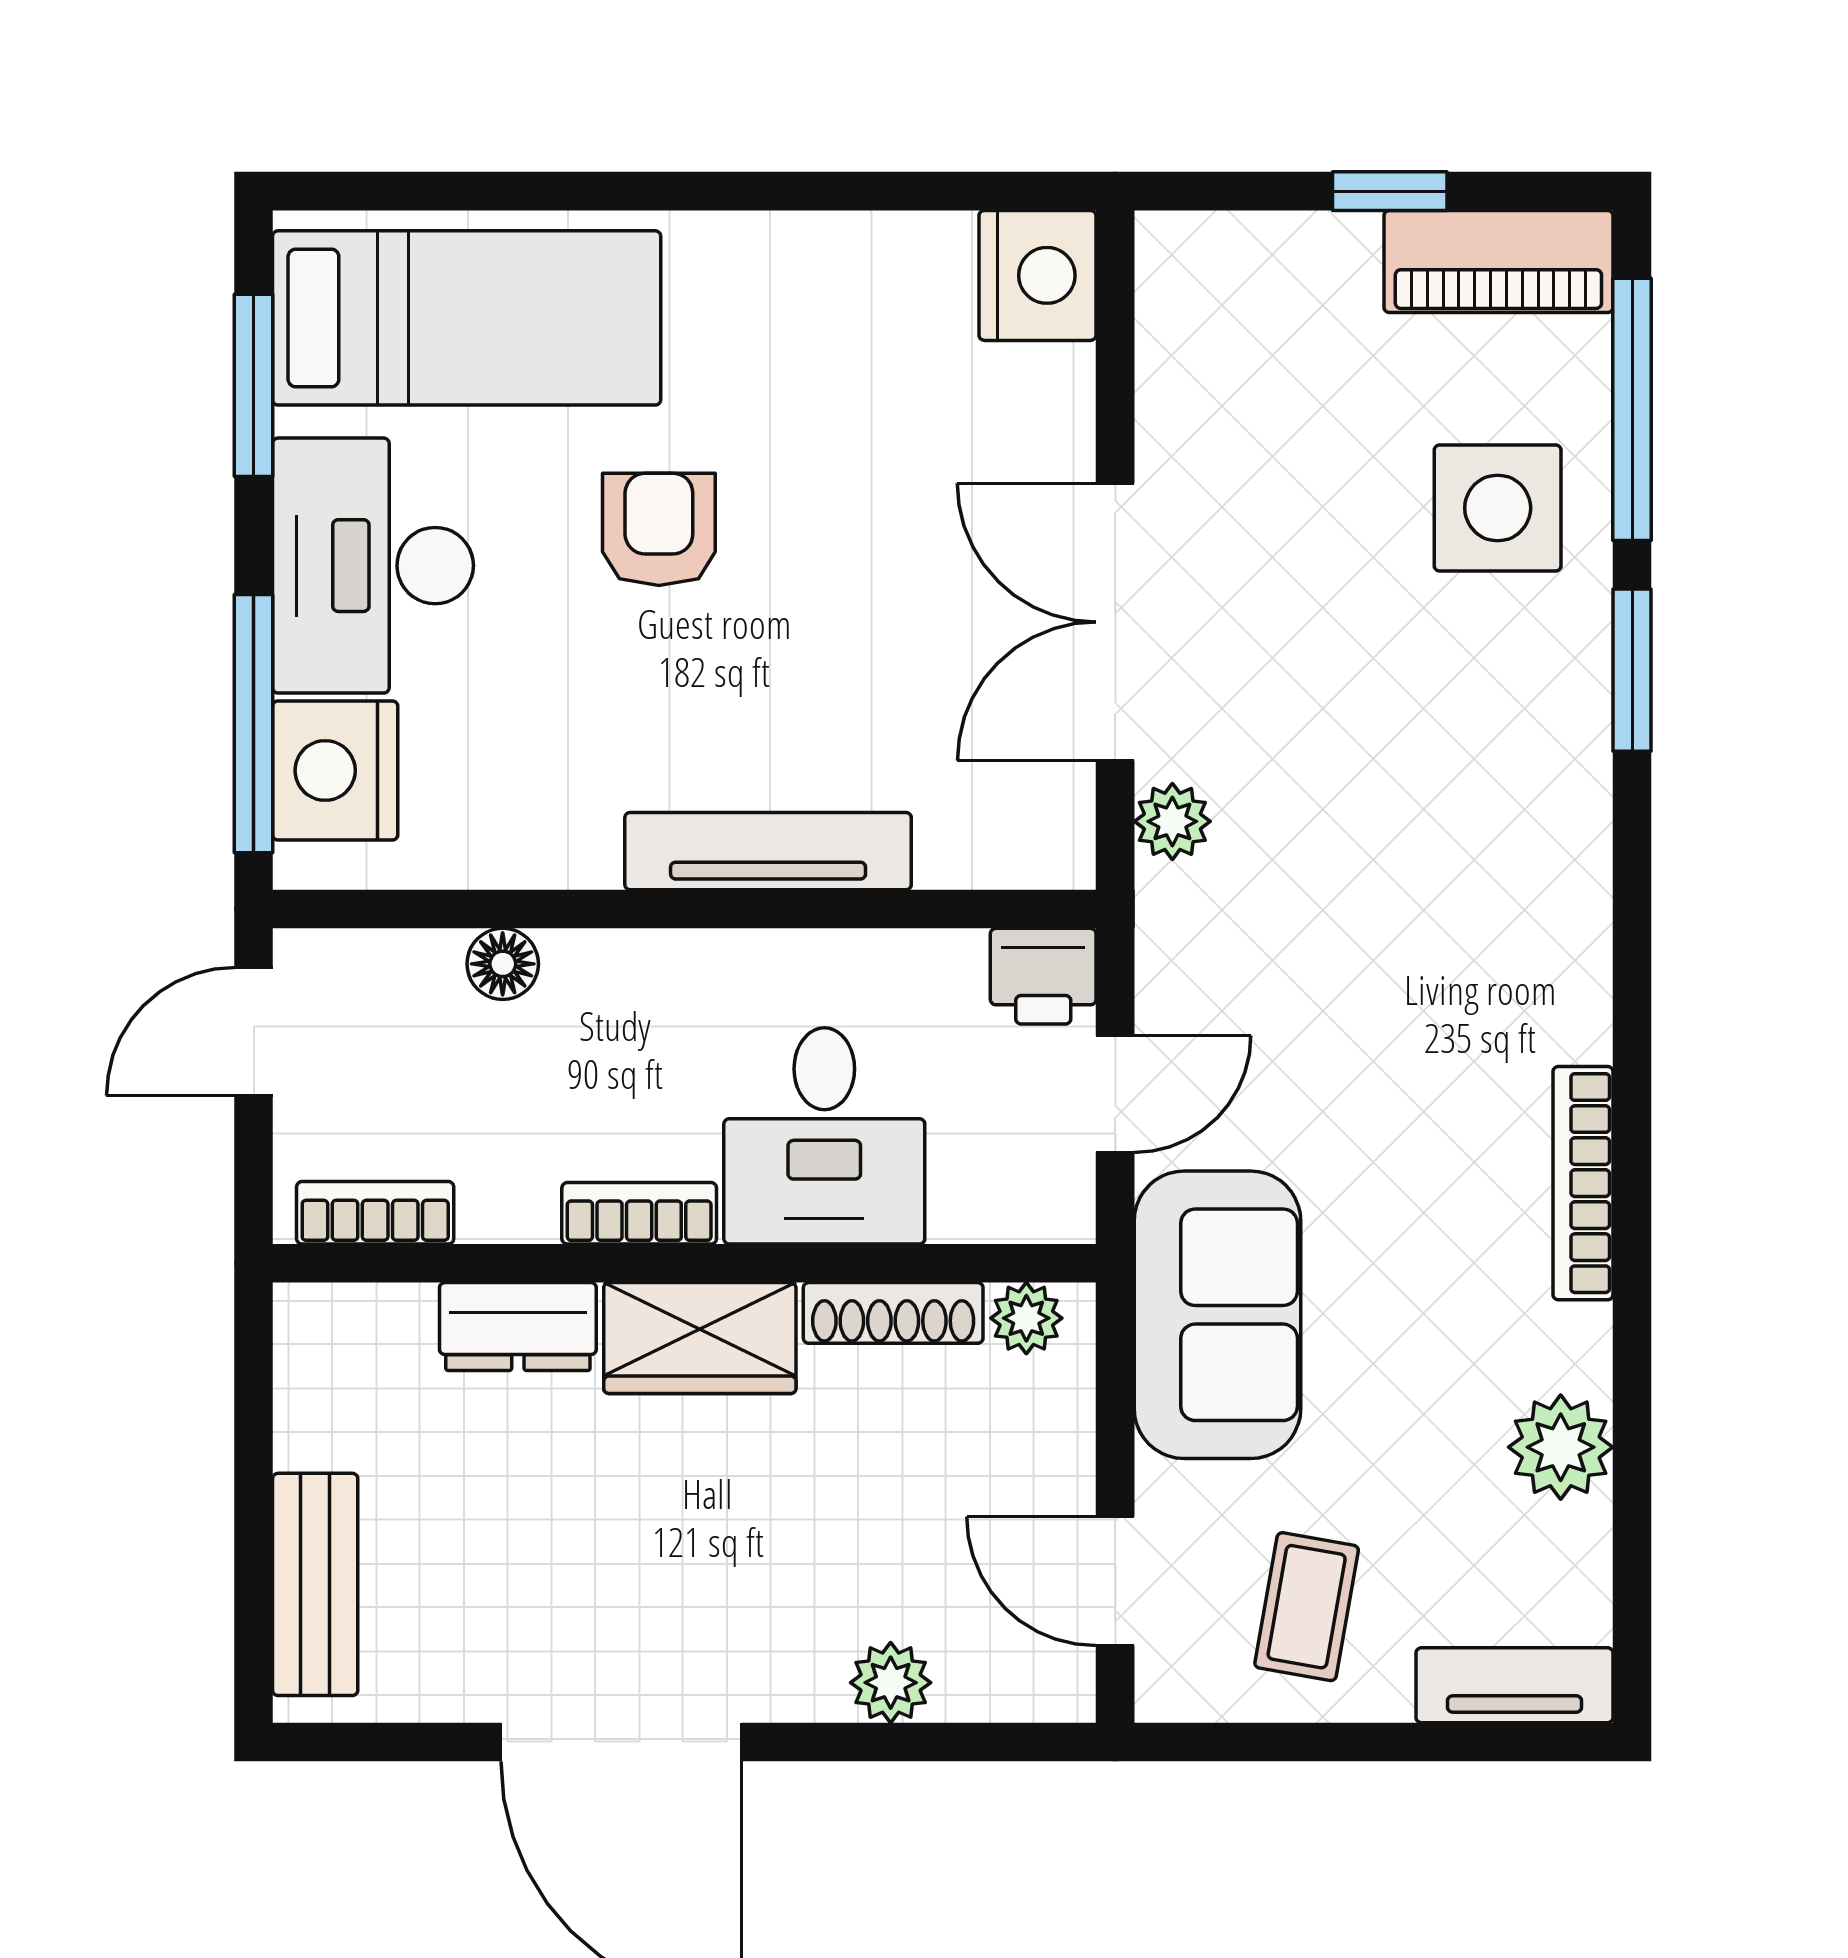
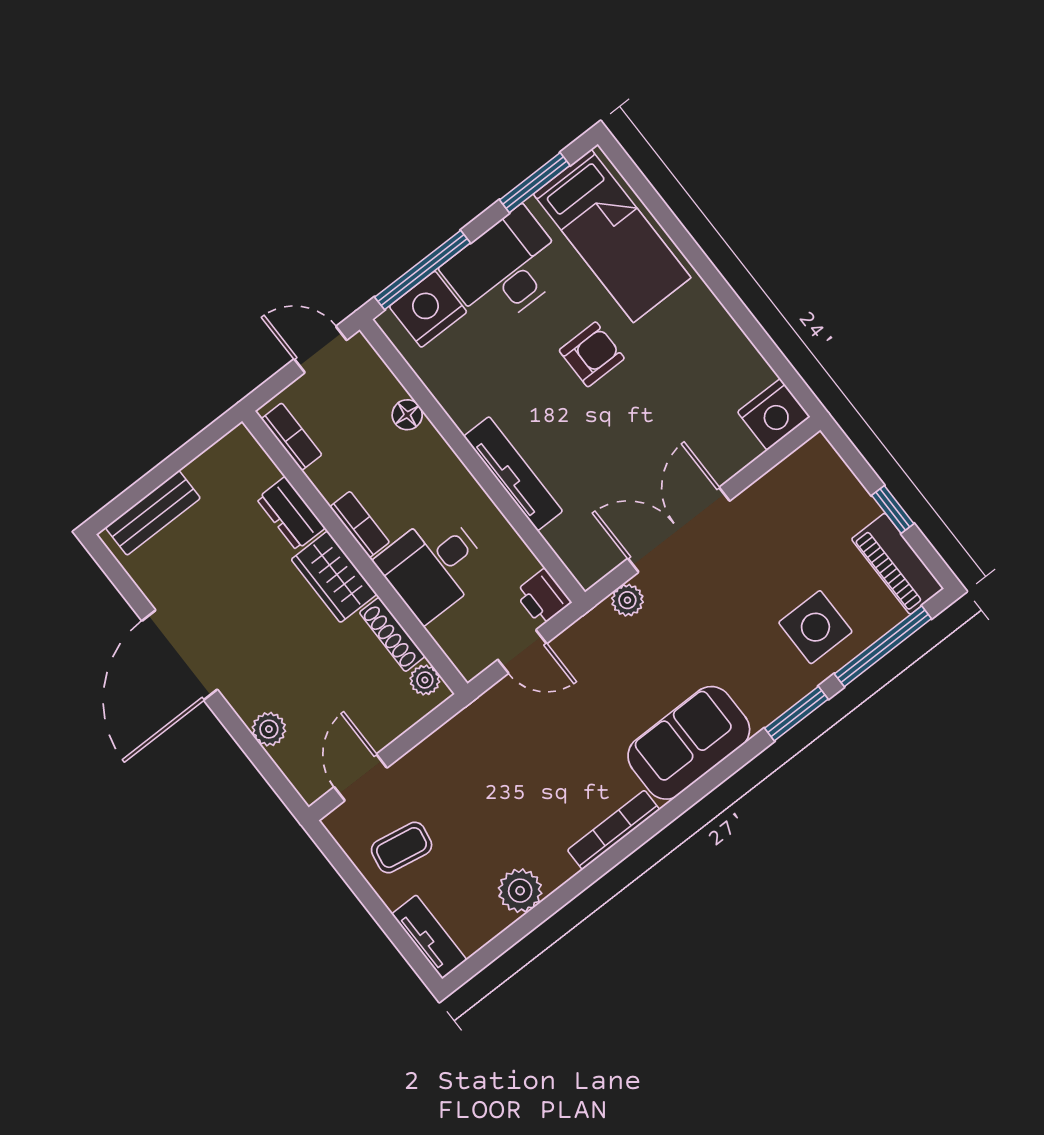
sofa: (1217, 1315) -> (689, 743), moved, turned 180

